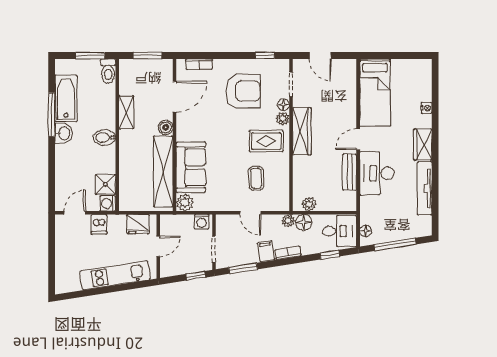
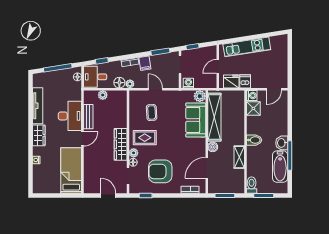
plant: (309, 204) -> (103, 95), moved
dishwasher: (99, 224) -> (245, 81), moved

